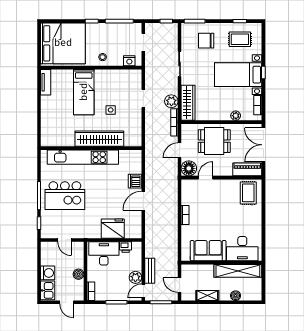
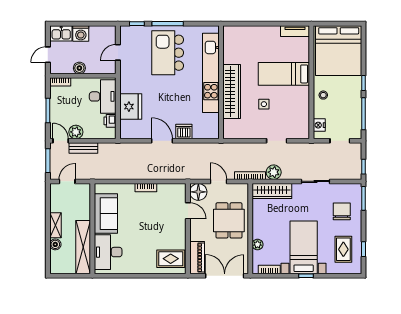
shelving: (207, 296) -> (55, 225), moved

